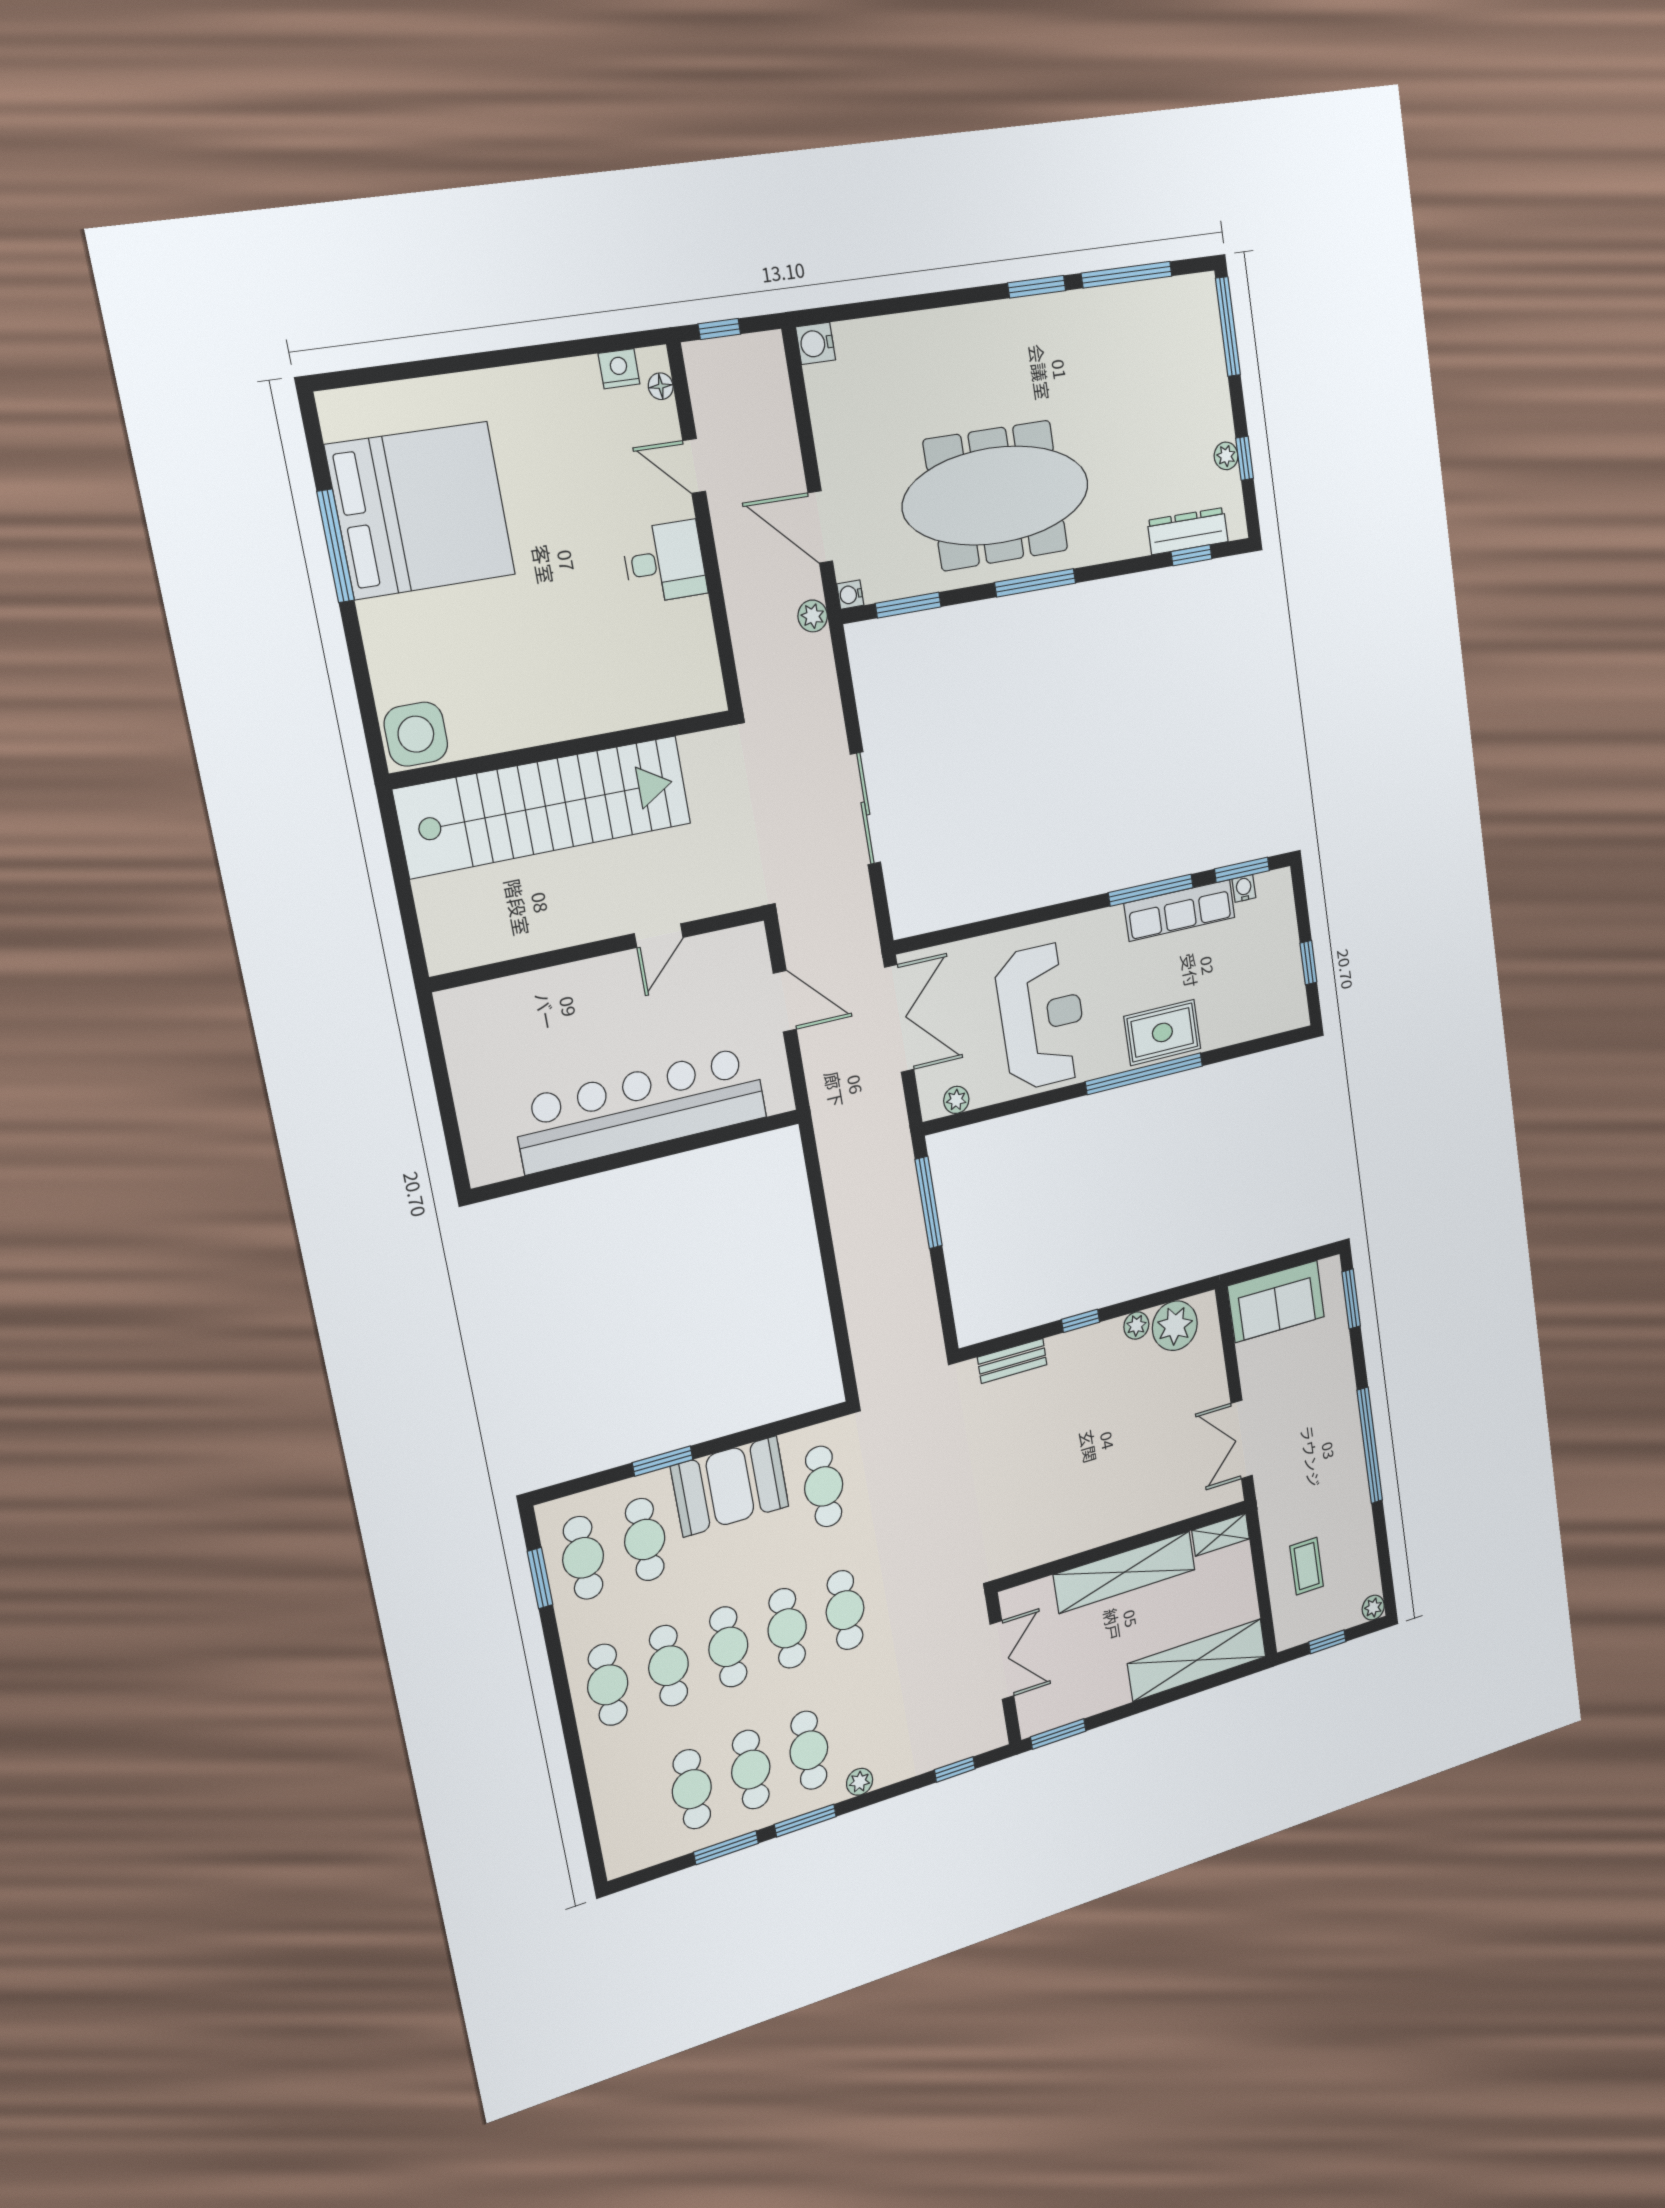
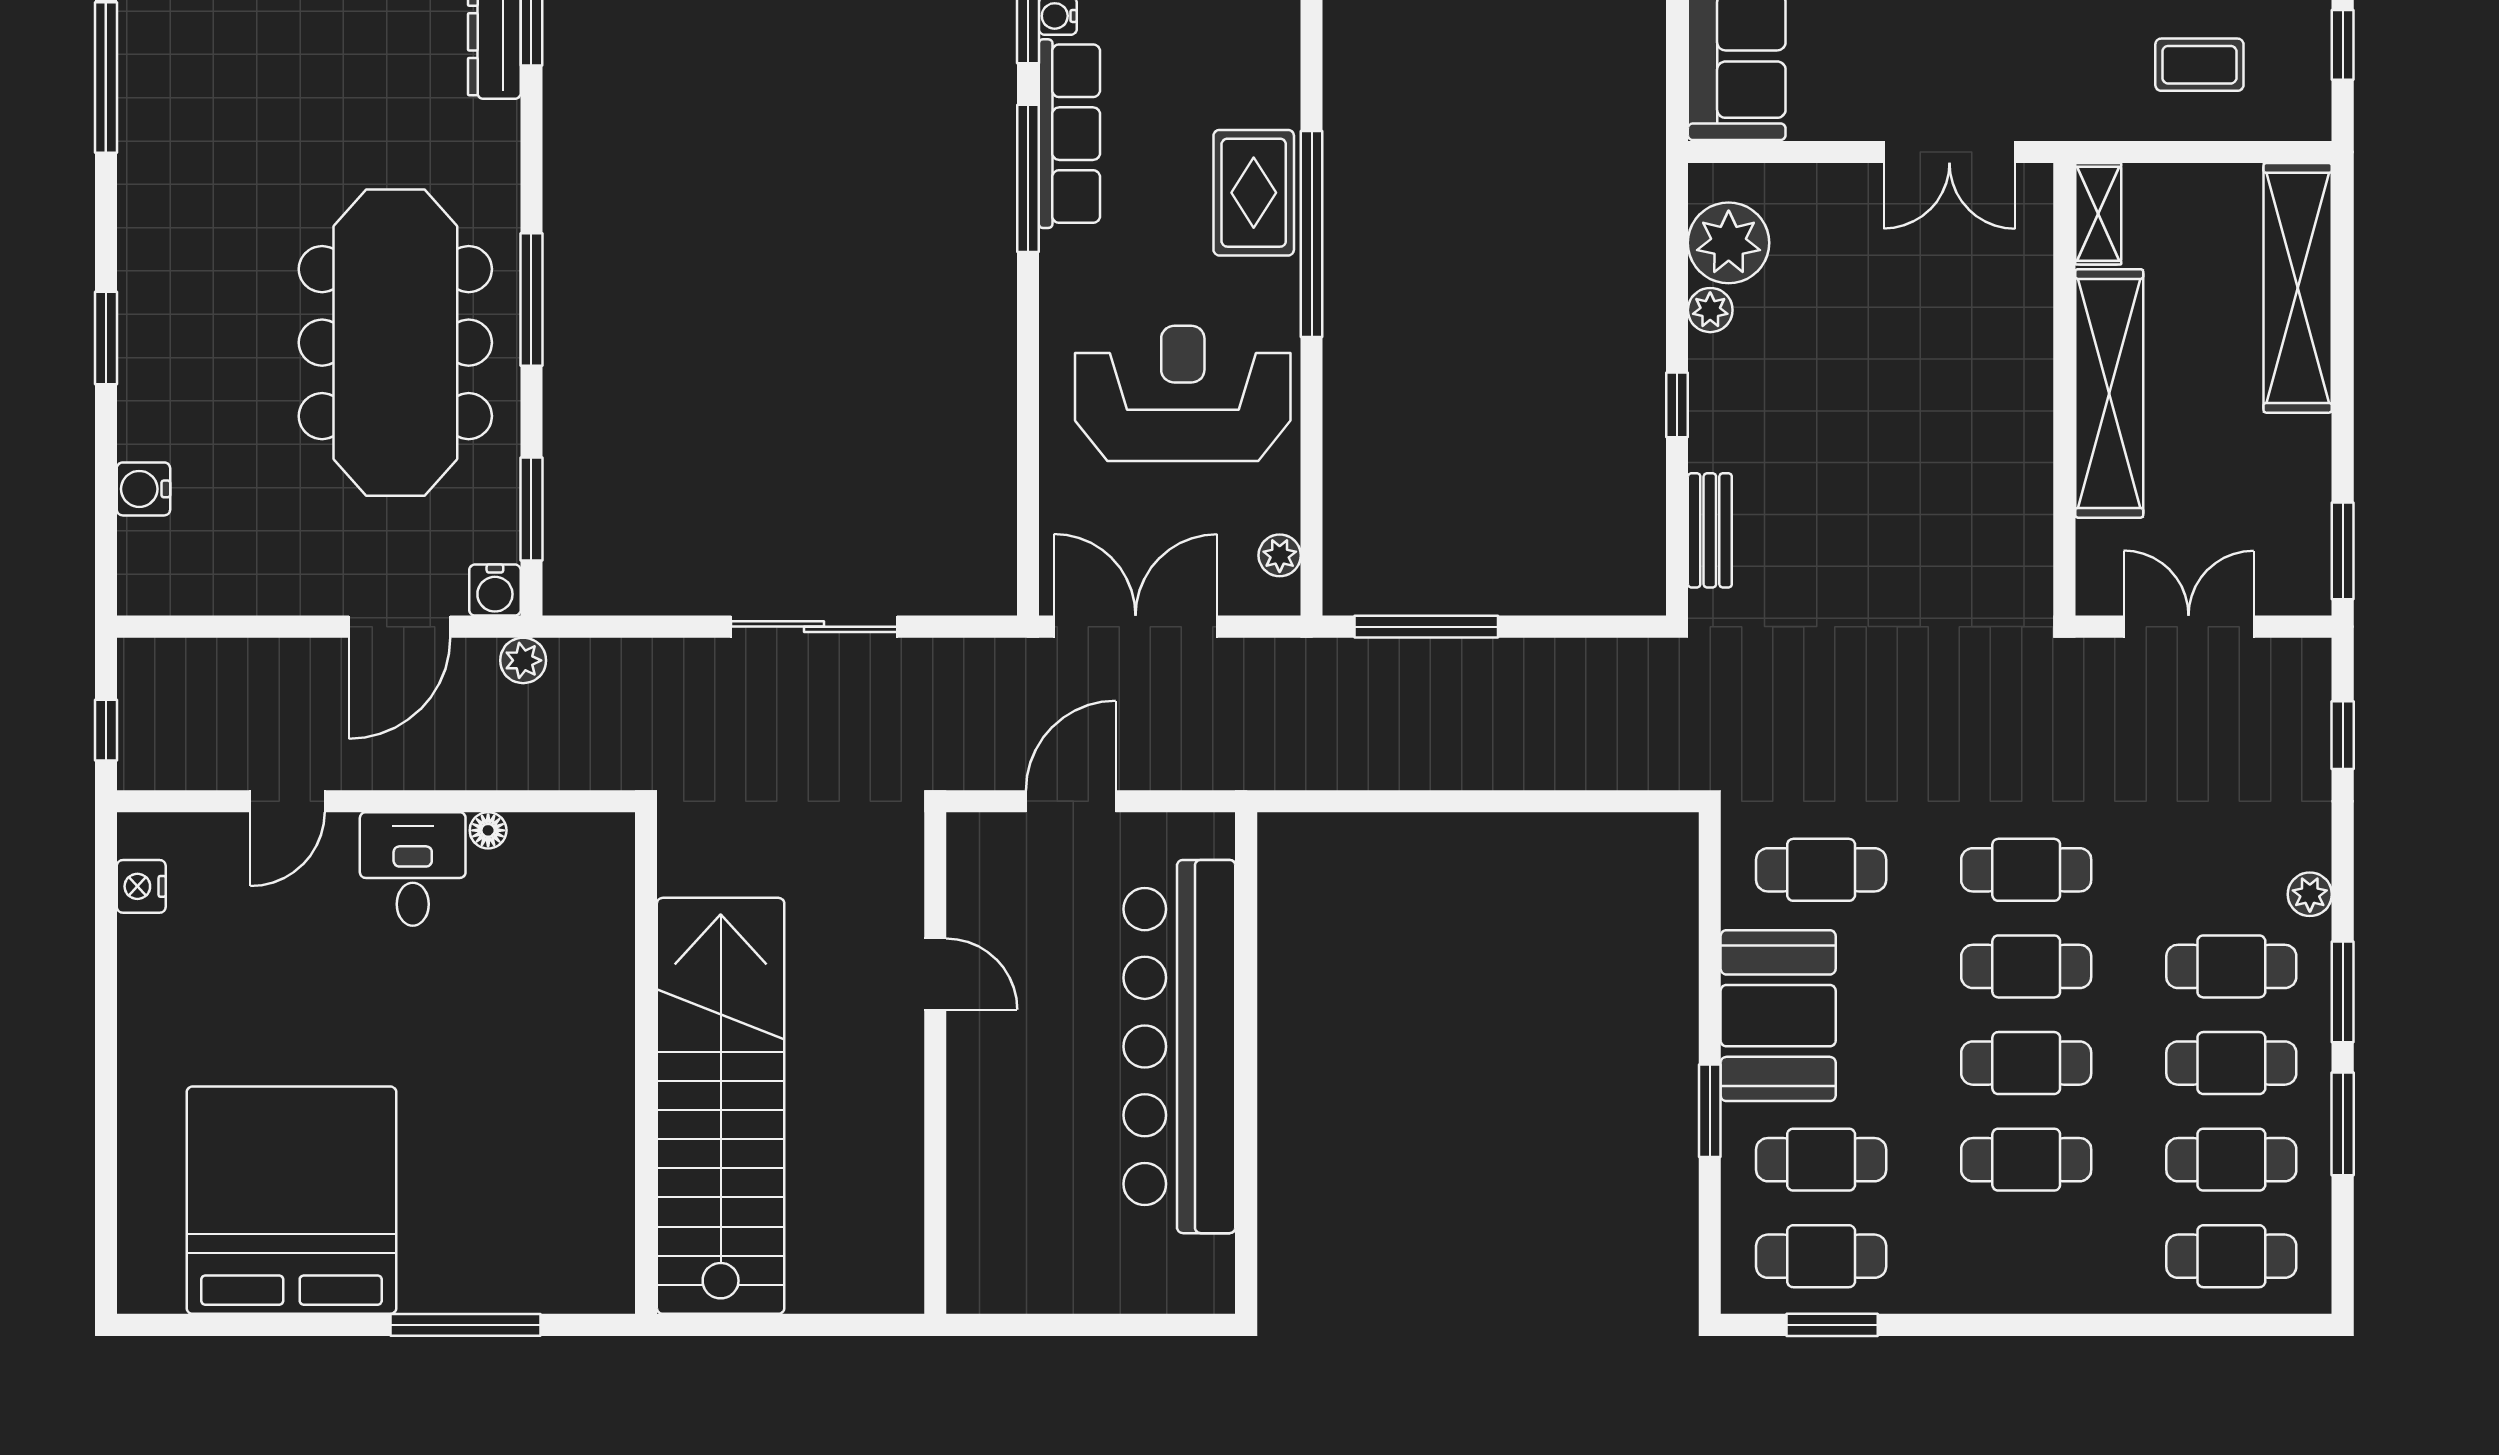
window: (1037, 287) -> (106, 338), moved
water cooler: (816, 343) -> (143, 489), moved, turned 90
floor lamp: (661, 386) -> (488, 830), moved
window: (336, 546) -> (465, 1325), moved
water cooler: (850, 595) -> (495, 590), width x1.38, depth x1.38
side table: (416, 734) -> (589, 1266), removed
cafe table: (608, 1685) -> (2231, 1256), moved

